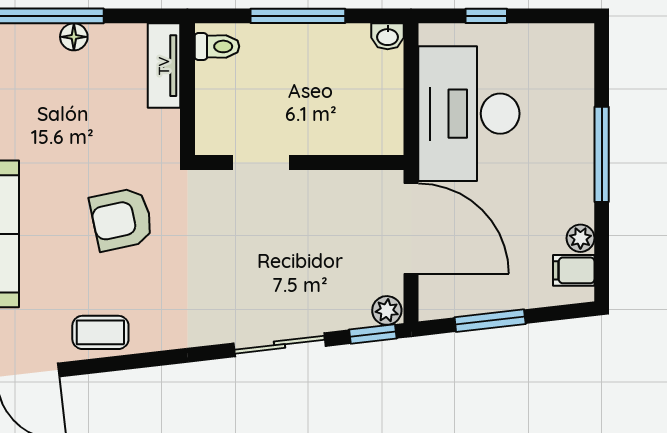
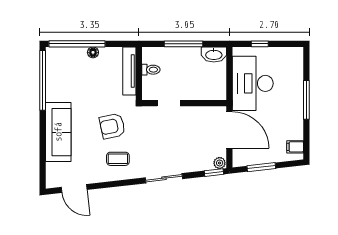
washbasin: (388, 36) -> (214, 55), width x1.91, depth x1.45
toilet: (217, 46) -> (151, 70), moved
tv unit: (164, 66) -> (129, 71), width x1.41
plant: (580, 238) -> (298, 134), removed
coffee table: (100, 332) -> (118, 159), moved
sliding door: (280, 345) -> (164, 178), moved

